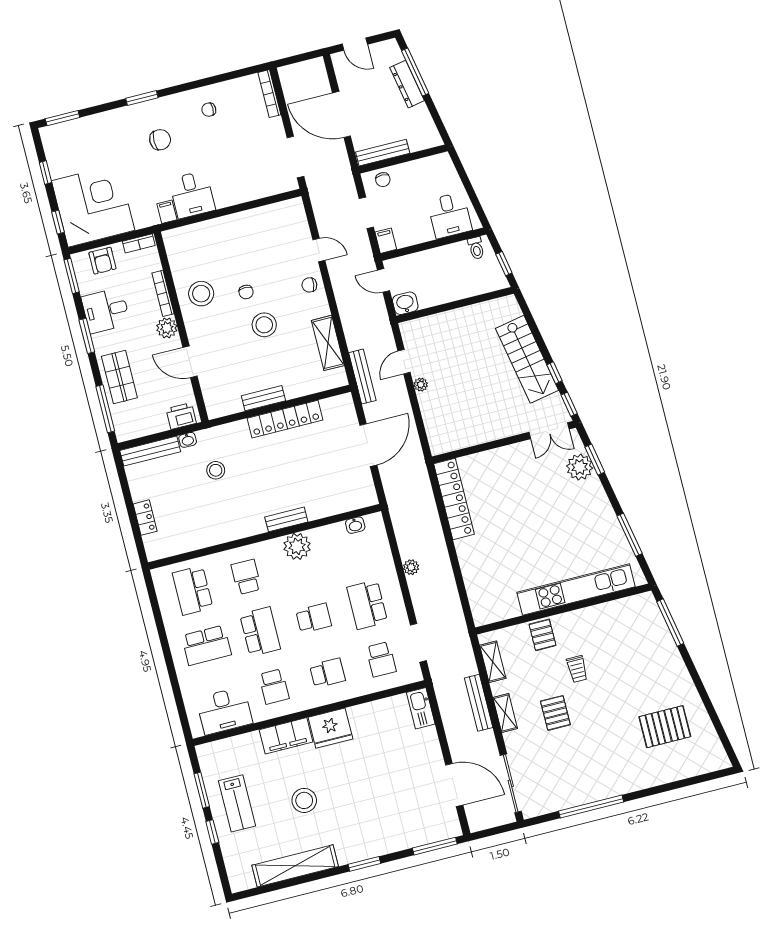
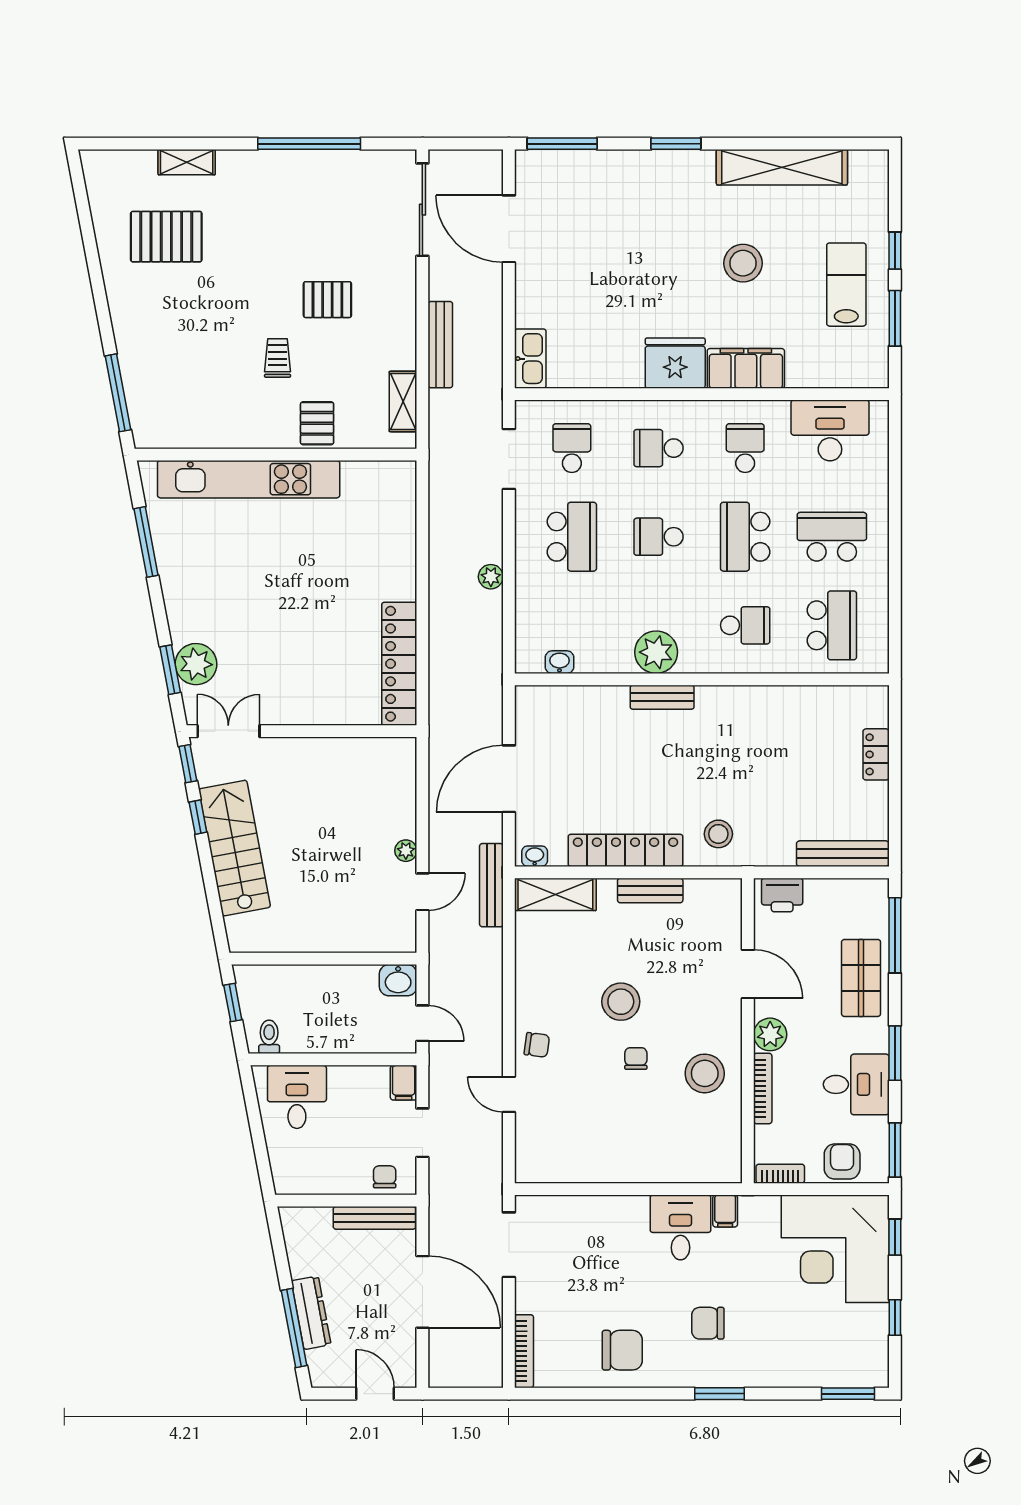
chair: (209, 110) -> (622, 1350), width x1.87, depth x1.87
shelving: (328, 343) -> (555, 894), moved, turned 90
washbasin: (188, 440) -> (535, 856), moved
stool: (216, 470) -> (718, 834), moved
school desk: (246, 577) -> (745, 625), turned -90
shelving: (505, 713) -> (187, 162), moved, turned 90
pallet: (555, 713) -> (327, 300), turned 90

